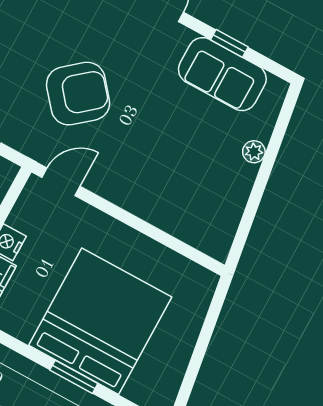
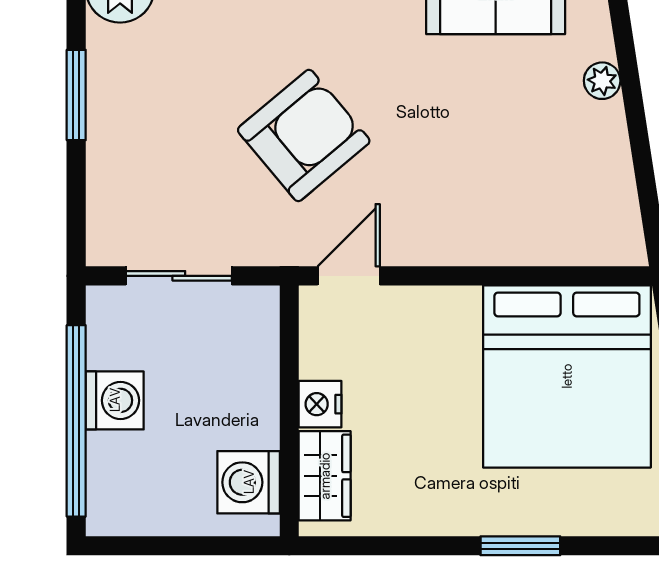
bed: (100, 321) -> (567, 376), moved, turned 180

